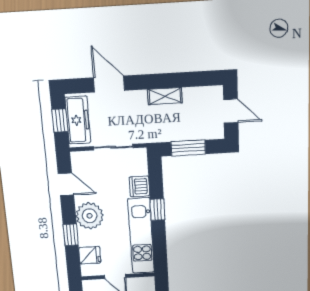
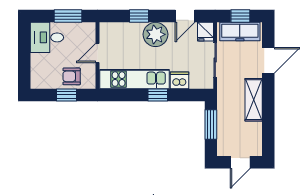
shelving: (165, 96) -> (254, 100), width x1.50, depth x1.33
fridge: (90, 255) -> (205, 32), moved

